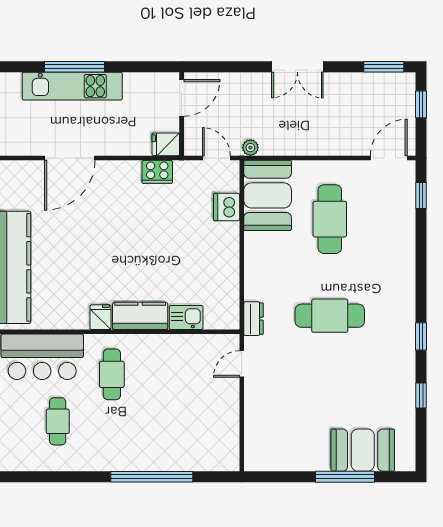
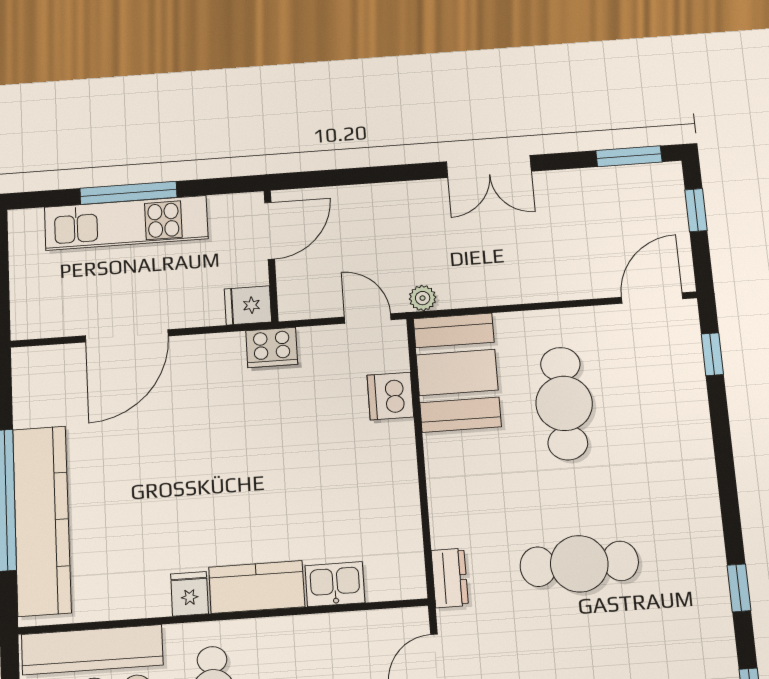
door: (182, 98) -> (270, 231), moved
wall: (182, 114) -> (271, 256), moved
fridge: (166, 144) -> (248, 305), moved

